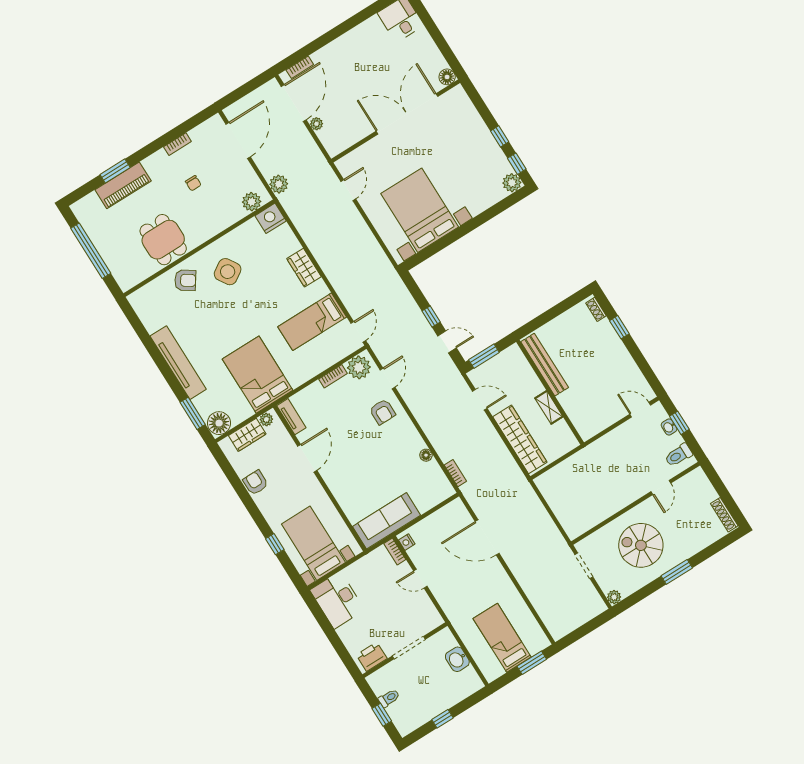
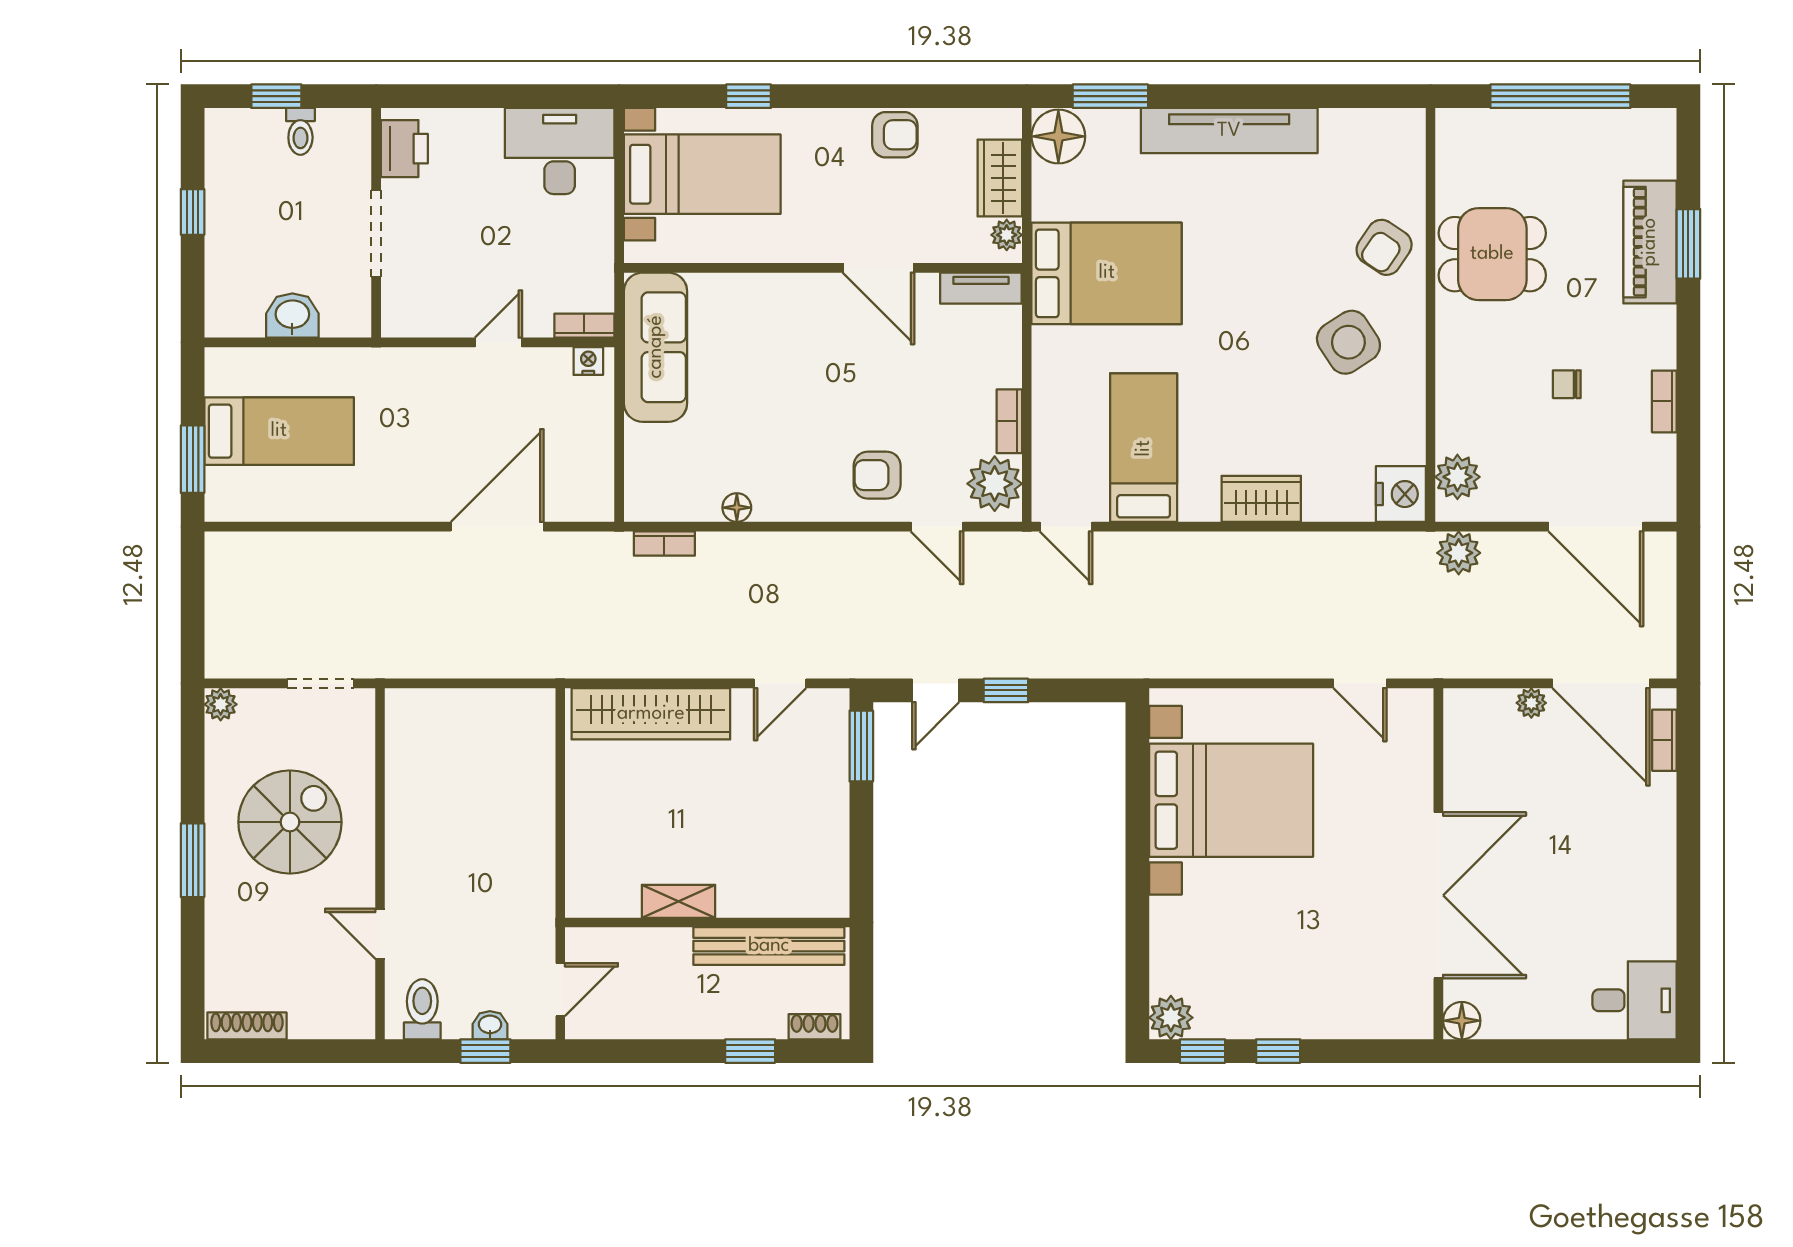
bench: (545, 365) -> (769, 946), moved
wall: (550, 392) -> (707, 923), moved
shelving: (549, 407) -> (678, 901), moved

